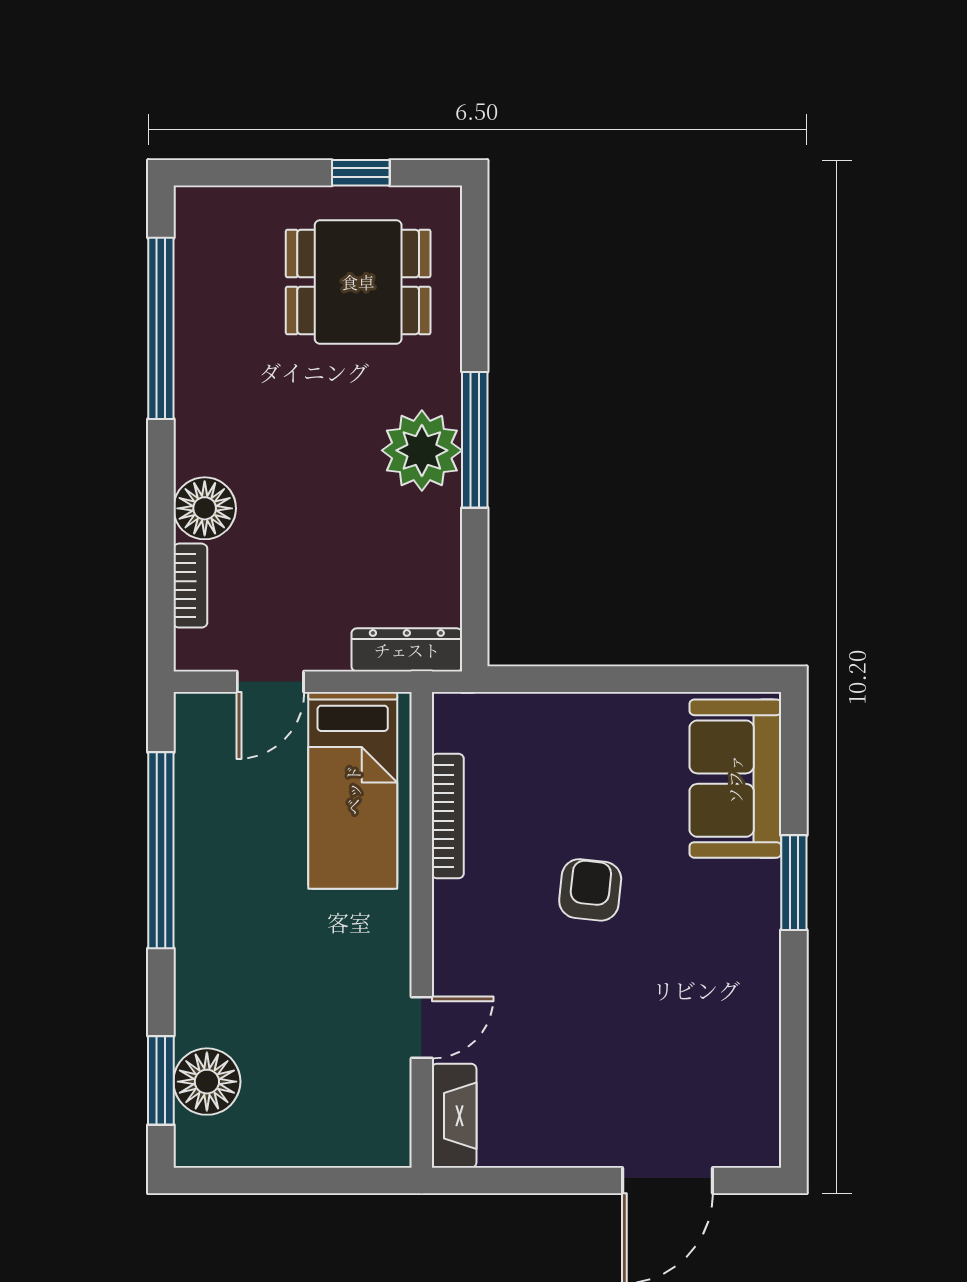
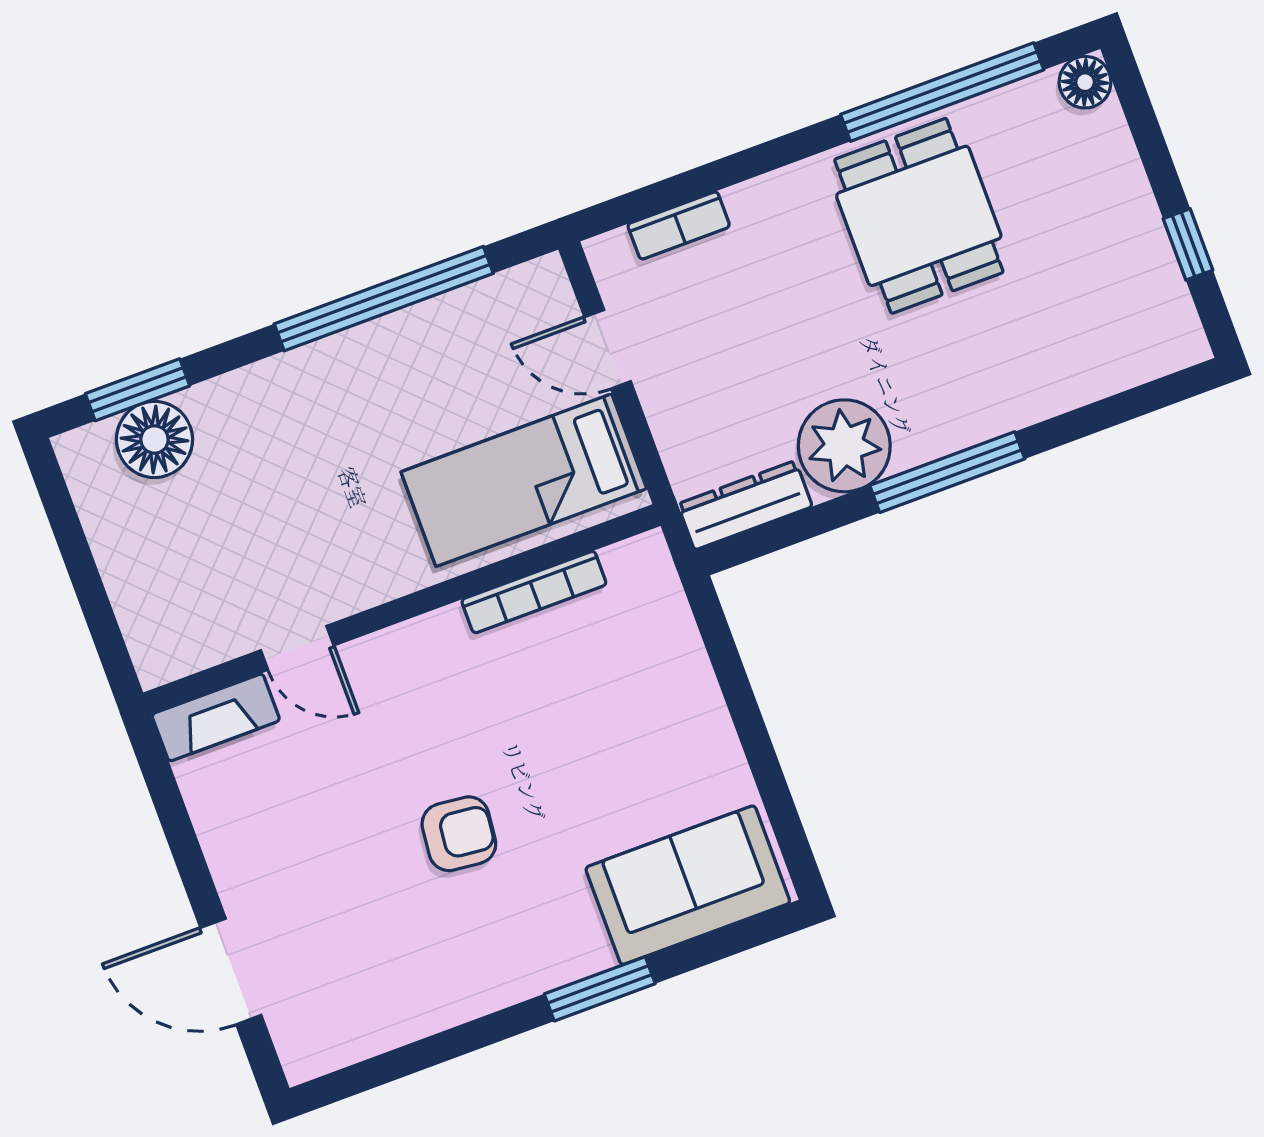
dining table: (358, 282) -> (919, 216), moved
plant: (422, 450) -> (844, 446), moved
floor lamp: (205, 508) -> (1085, 82), moved, width x0.73, depth x0.73
dresser: (407, 650) -> (745, 505), moved, turned -90
armchair: (590, 890) -> (459, 834), moved

